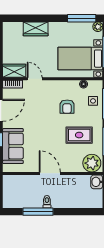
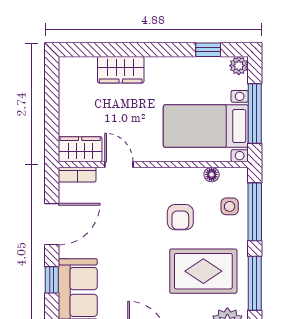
window: (82, 18) -> (208, 50), width x0.46
rug: (79, 135) -> (203, 271), width x1.36, depth x1.43

